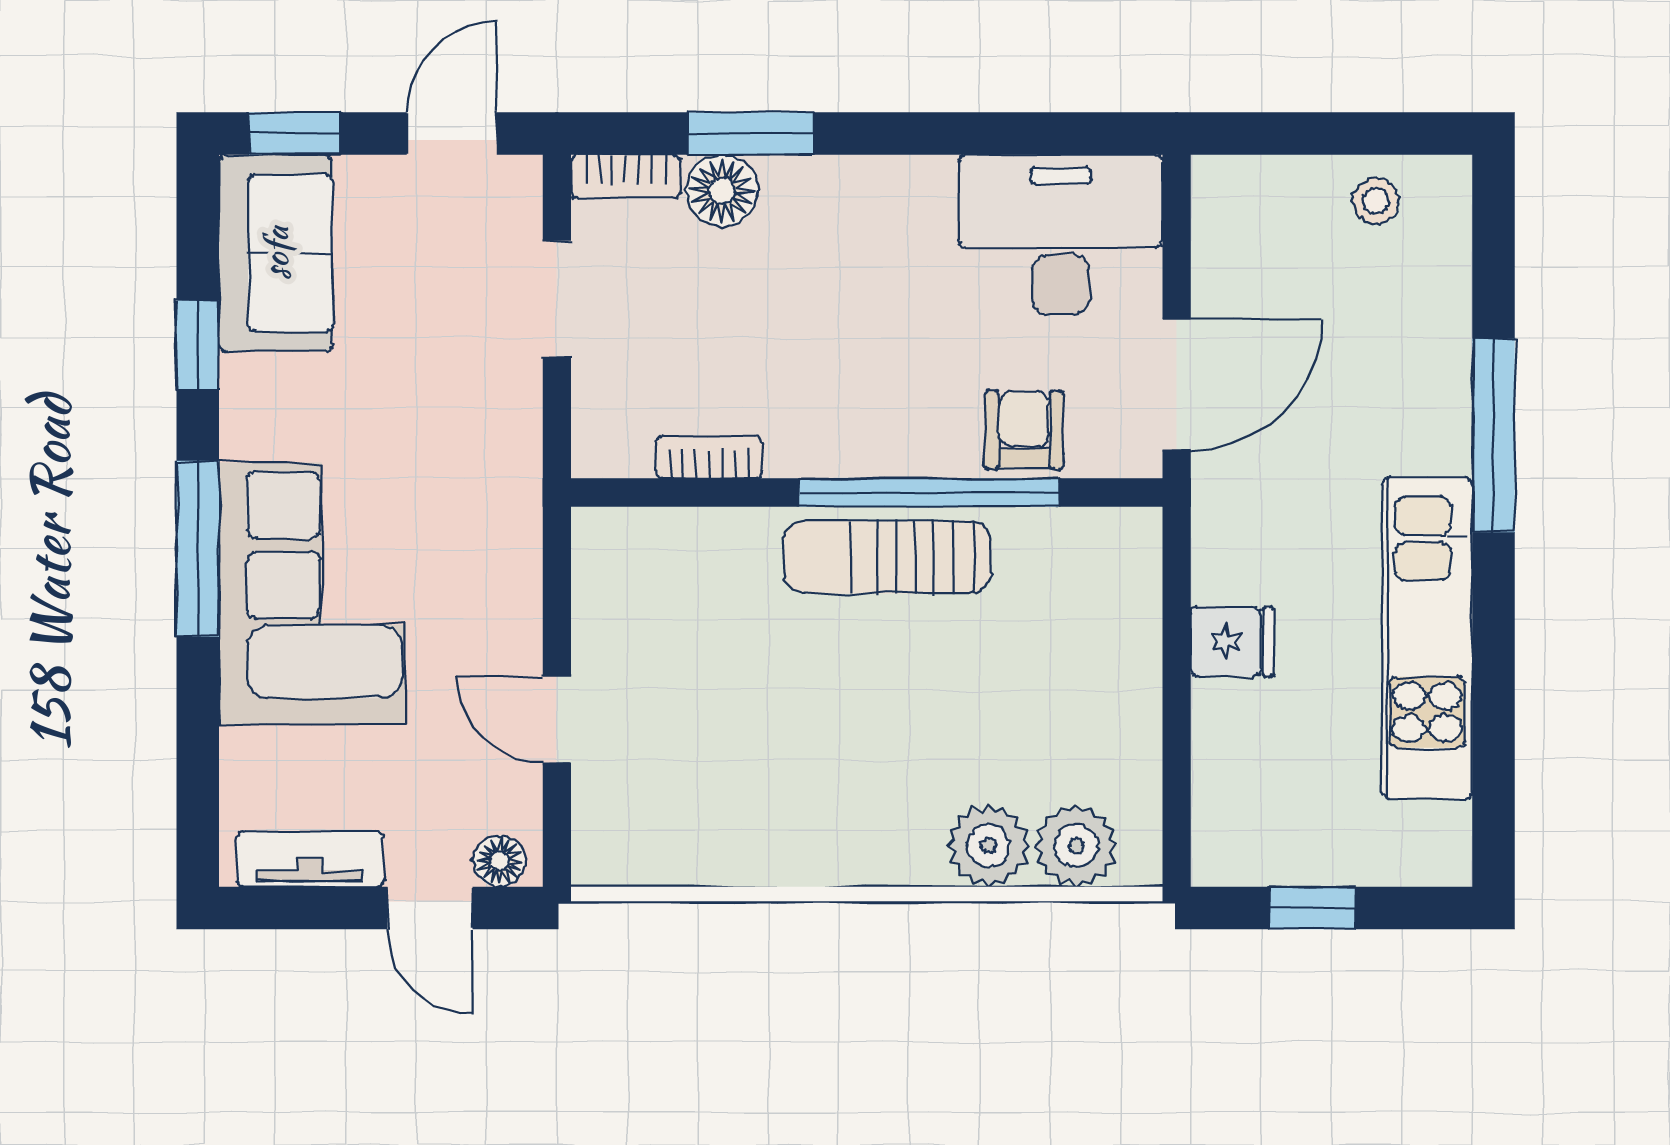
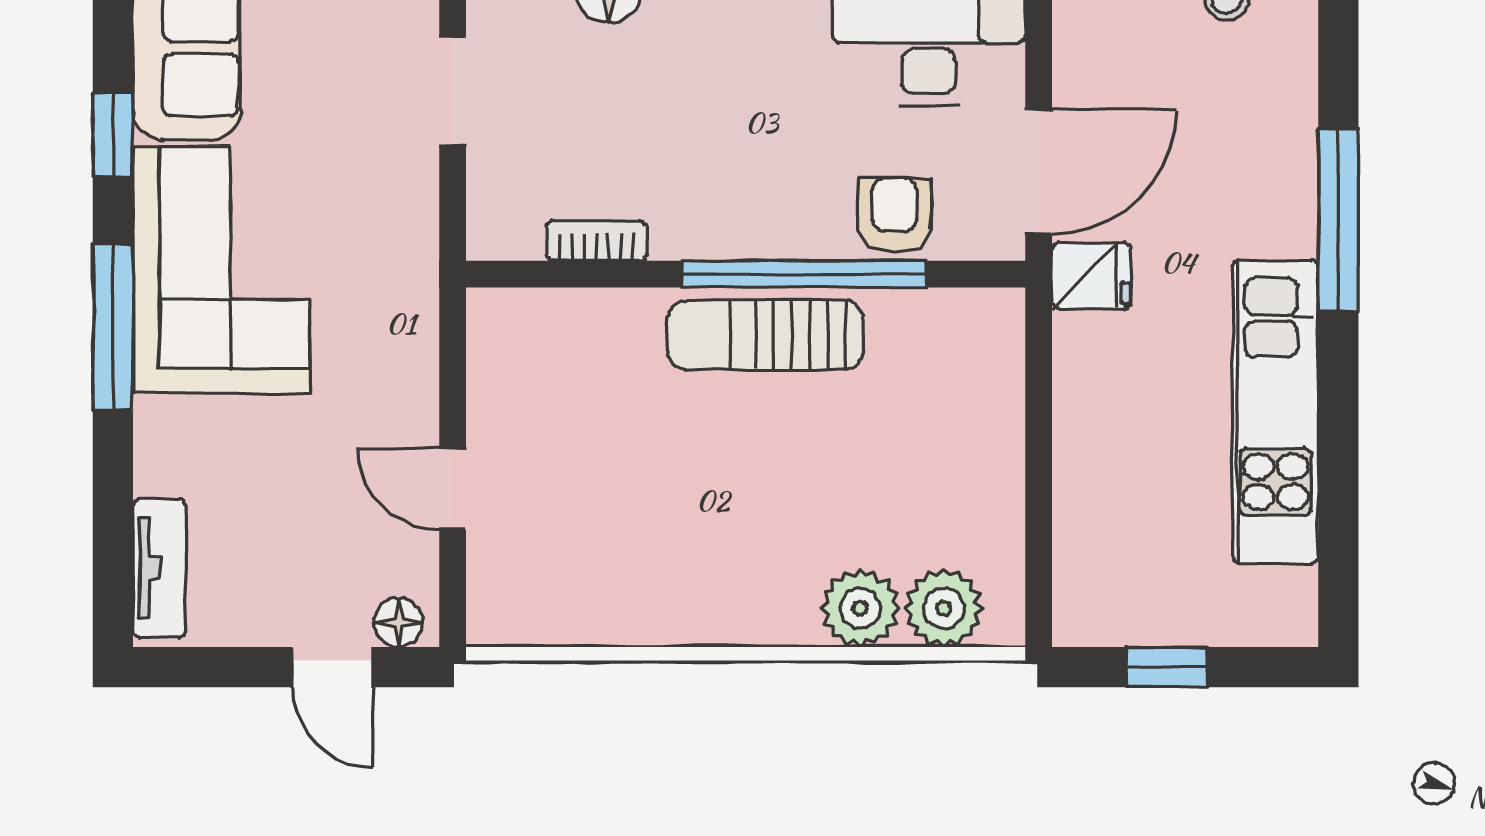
corner sofa: (312, 593) -> (221, 270), moved
fridge: (1232, 641) -> (1091, 276), moved
tv unit: (310, 859) -> (159, 568), moved, turned 90

